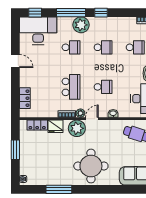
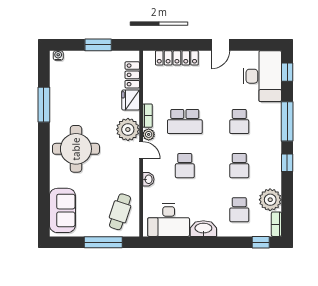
plant: (81, 25) -> (270, 200), moved
locker: (25, 98) -> (177, 58), width x1.53

